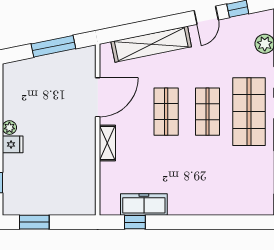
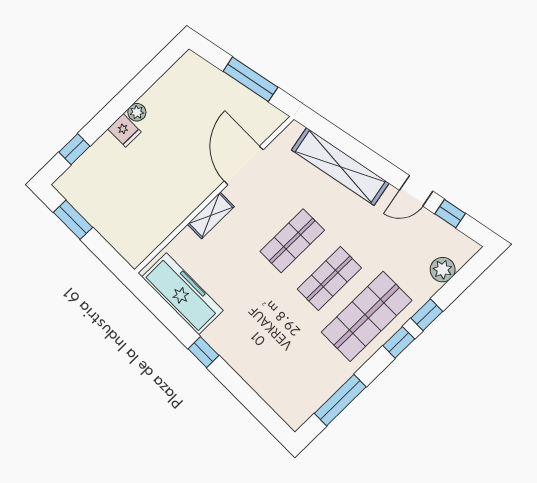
door: (98, 97) -> (244, 165), swing flipped
freezer: (144, 205) -> (182, 294), width x1.36, depth x1.26
window: (135, 222) -> (203, 352), moved

